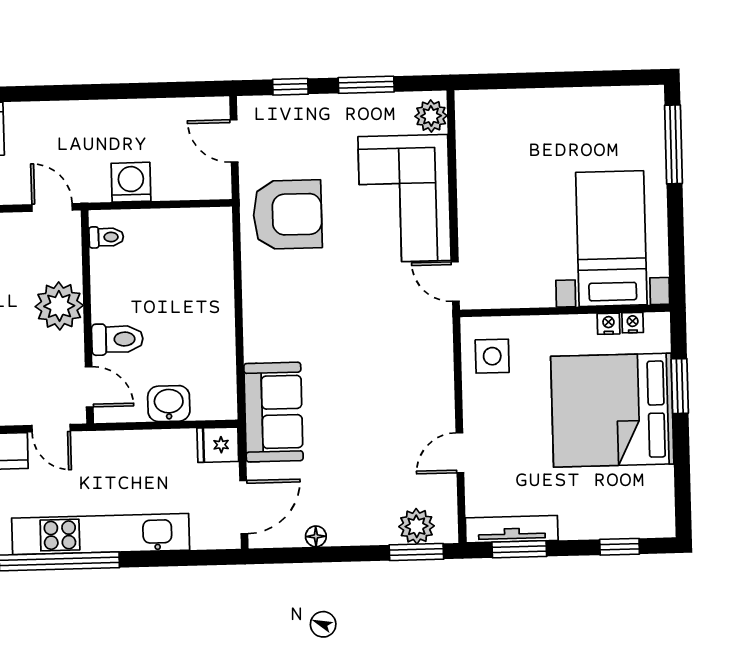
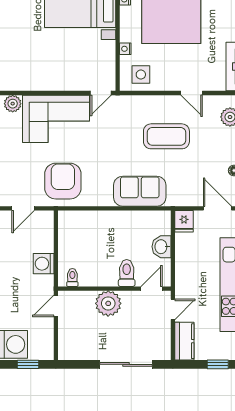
nightstand: (608, 324) -> (125, 49), moved
coffee table: (377, 407) -> (166, 136), added
sofa: (273, 412) -> (140, 191), moved

